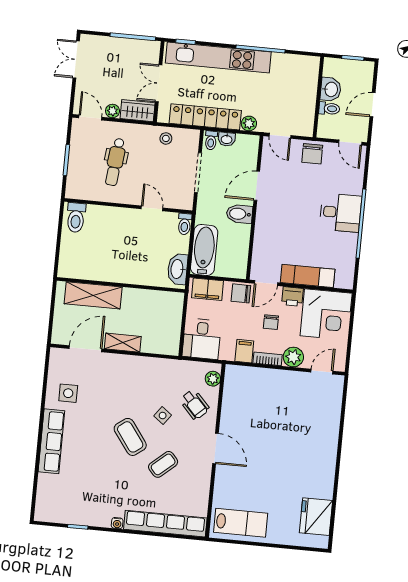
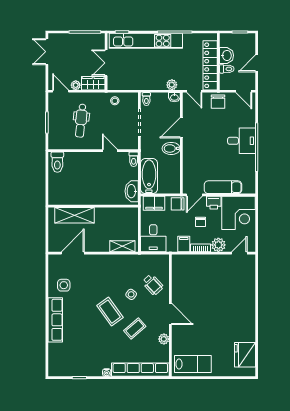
locker: (205, 117) -> (210, 65), moved, turned -90
washbasin: (227, 139) -> (174, 97), moved
shelving: (123, 343) -> (122, 246), moved
plant: (213, 379) -> (164, 339), moved

